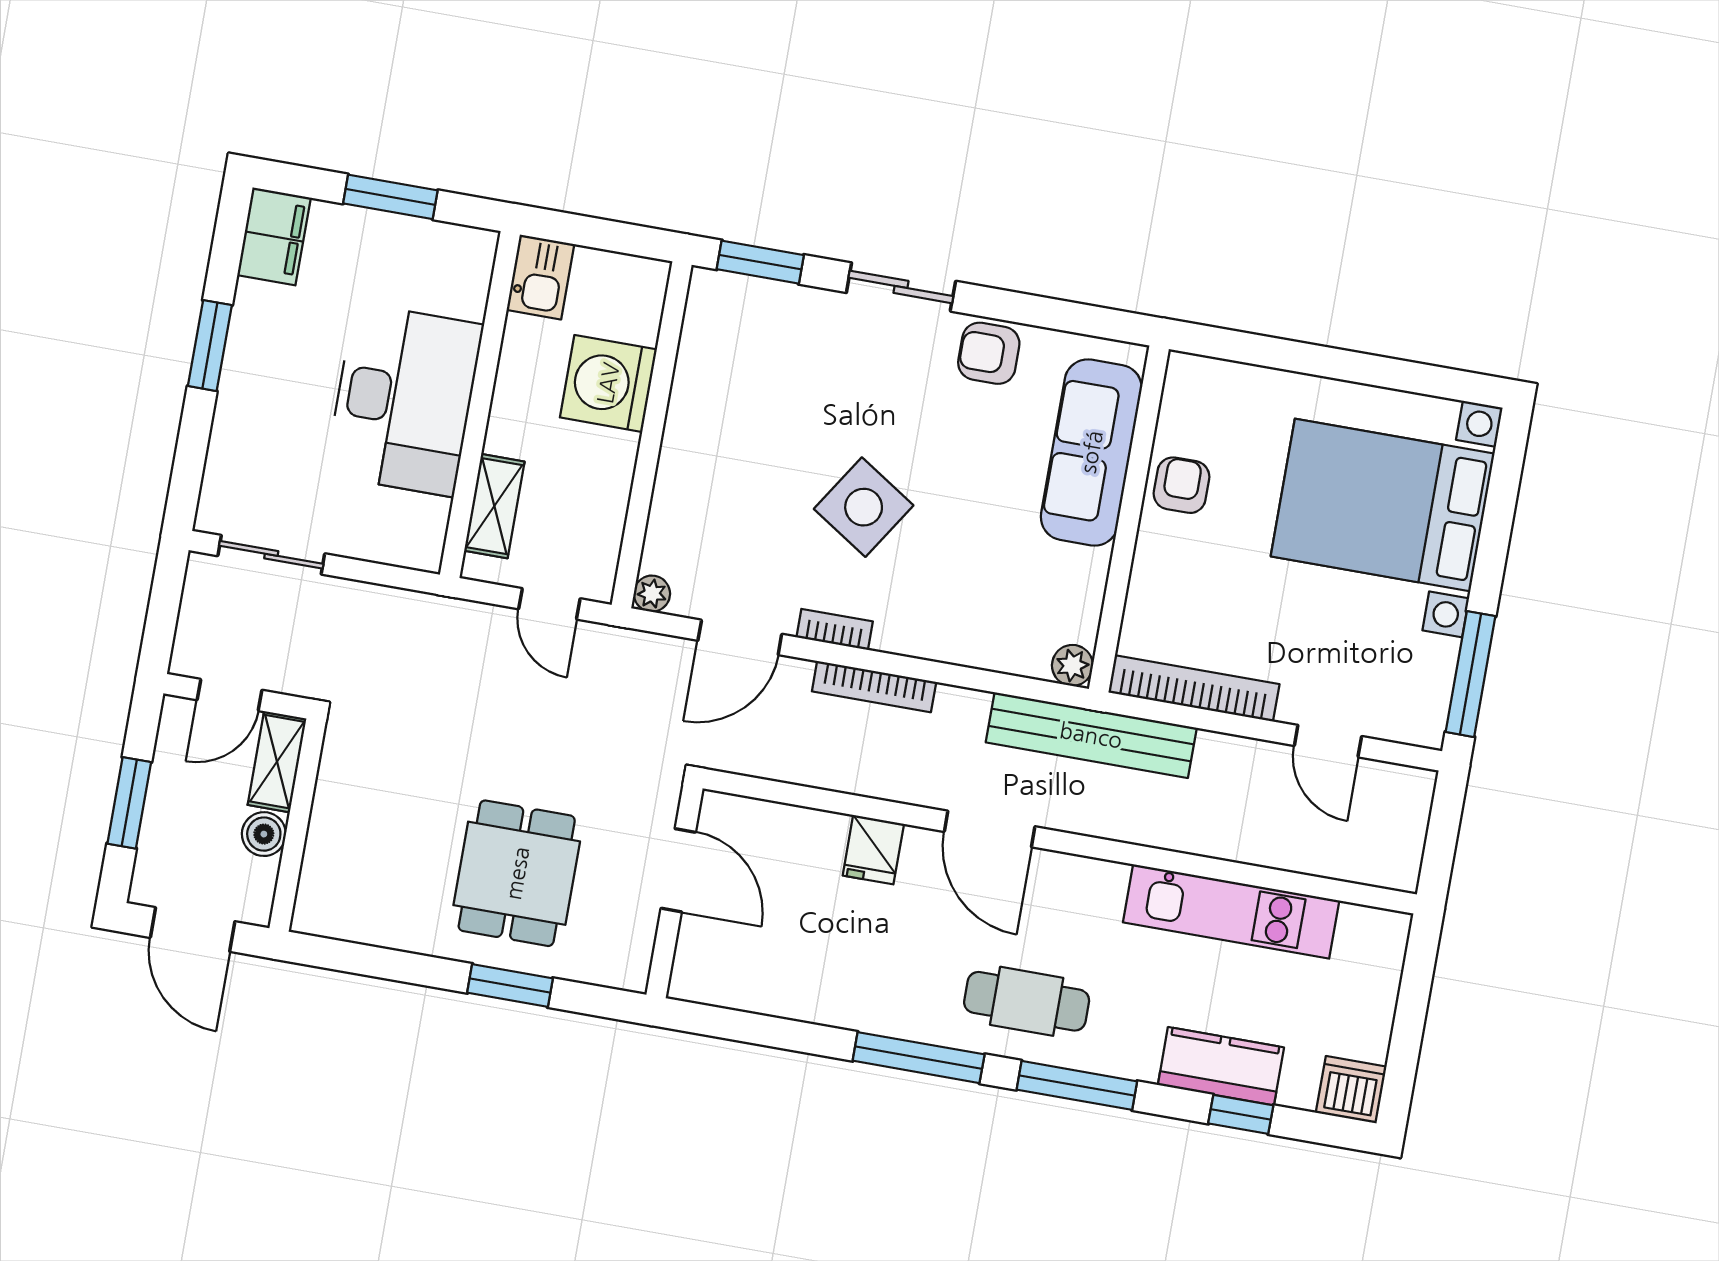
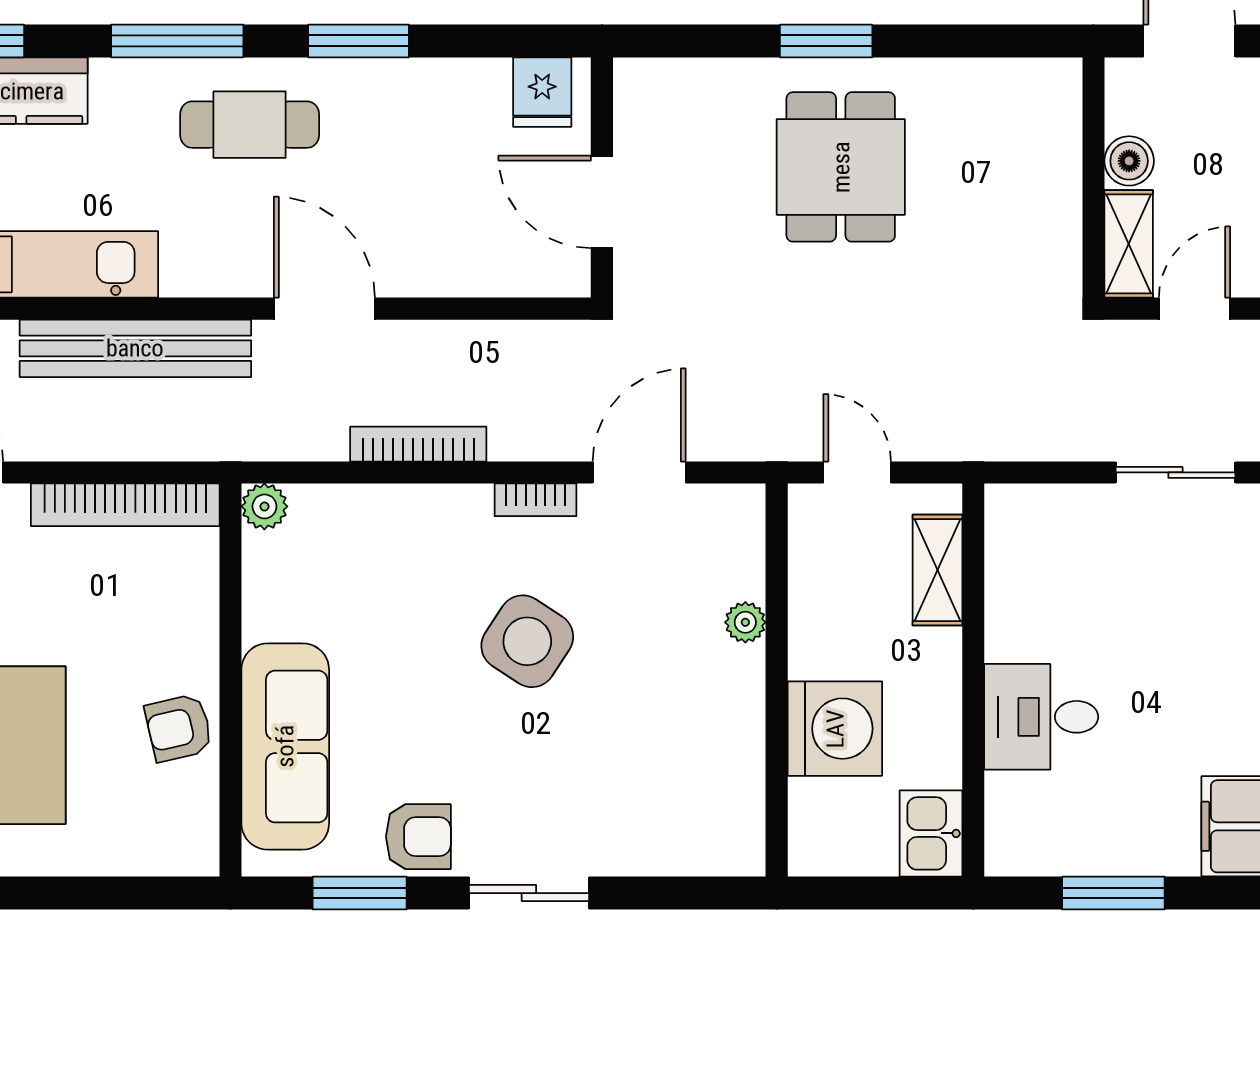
window: (760, 262) -> (360, 893), moved
desk: (404, 400) -> (1041, 717), width x0.53, depth x0.77
armchair: (1181, 485) -> (179, 728), turned 77
plant: (652, 594) -> (745, 622), moved
bookcase: (874, 687) -> (418, 444), moved
bench: (1091, 735) -> (135, 348), moved
fridge: (873, 850) -> (542, 92), moved, turned 180
door: (678, 870) -> (602, 202), moved
wall: (674, 892) -> (602, 178), moved
window: (919, 1058) -> (359, 41), width x0.69

